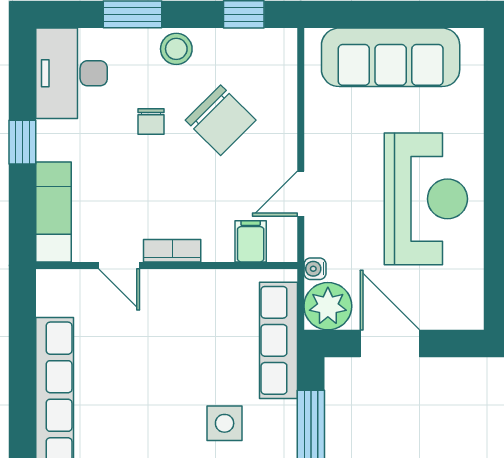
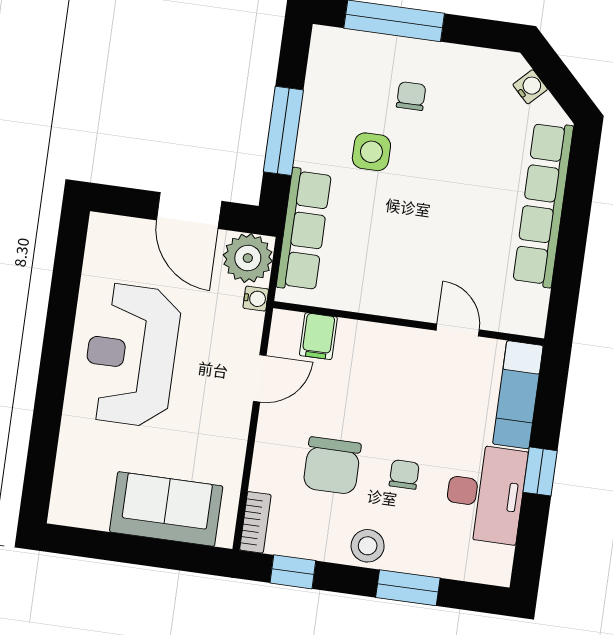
sofa: (391, 57) -> (166, 509), width x0.73
desk: (72, 73) -> (485, 494), moved
chair: (221, 120) -> (332, 466), turned -135
bookcase: (172, 251) -> (255, 522), moved, turned -90

